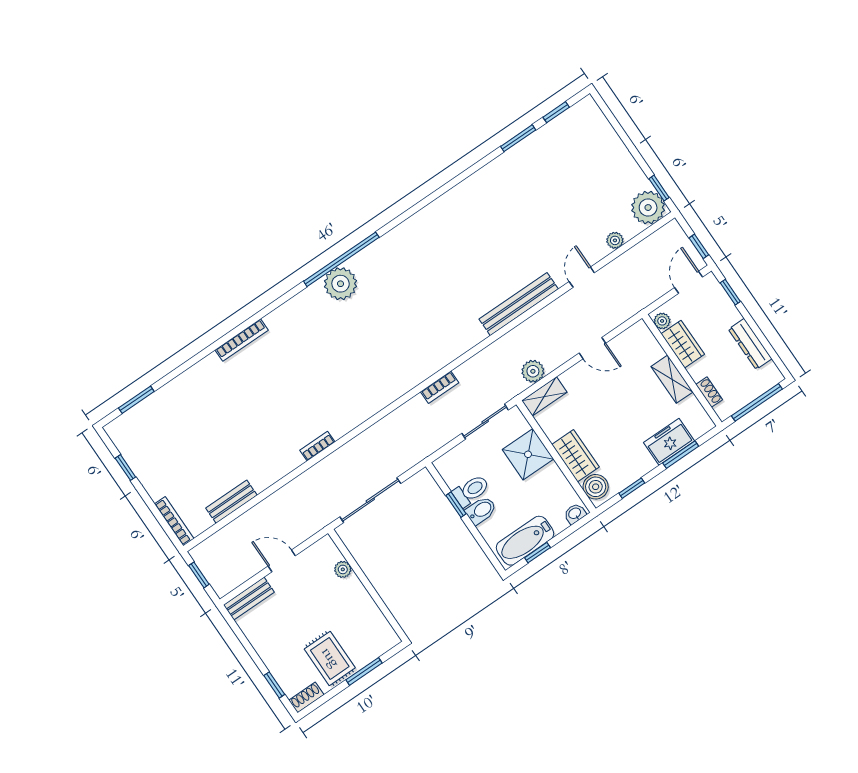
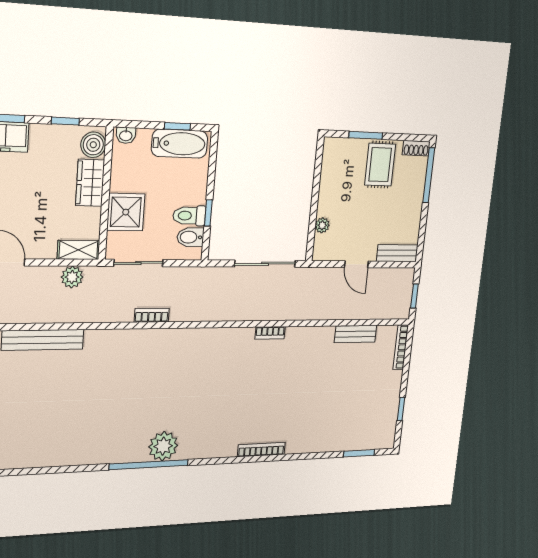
bidet: (481, 510) -> (190, 237), moved
window: (274, 685) -> (429, 175), width x2.17

